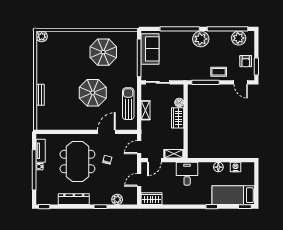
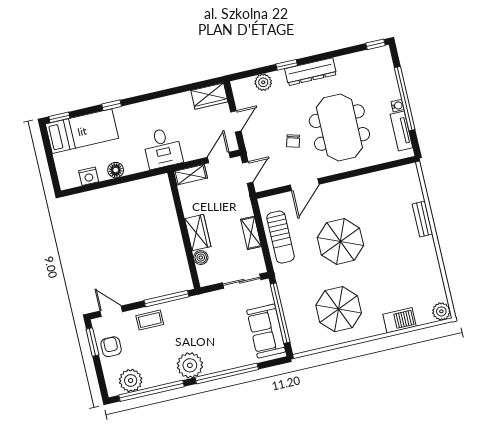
barbecue: (68, 37) -> (400, 320), added
dresser: (74, 199) -> (311, 72), moved

